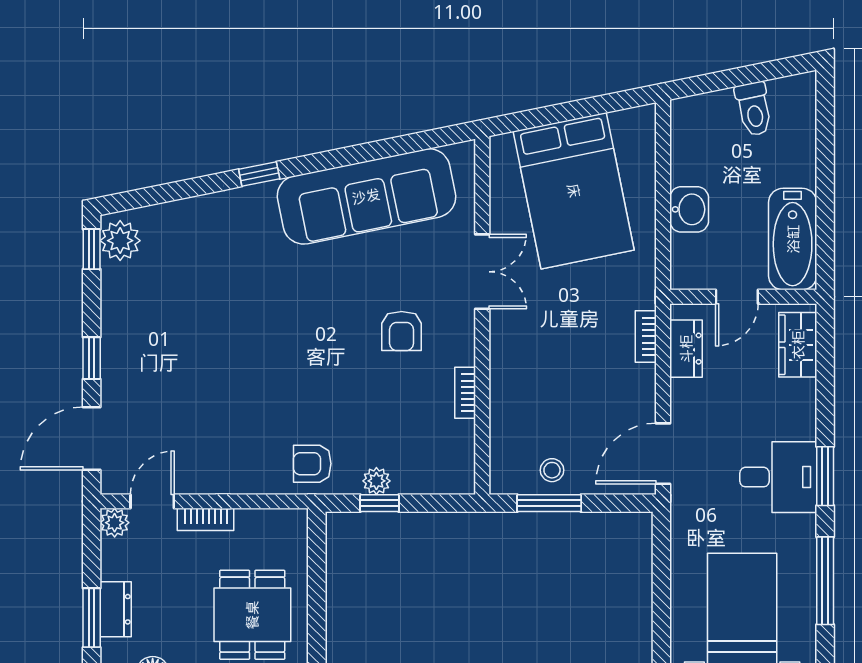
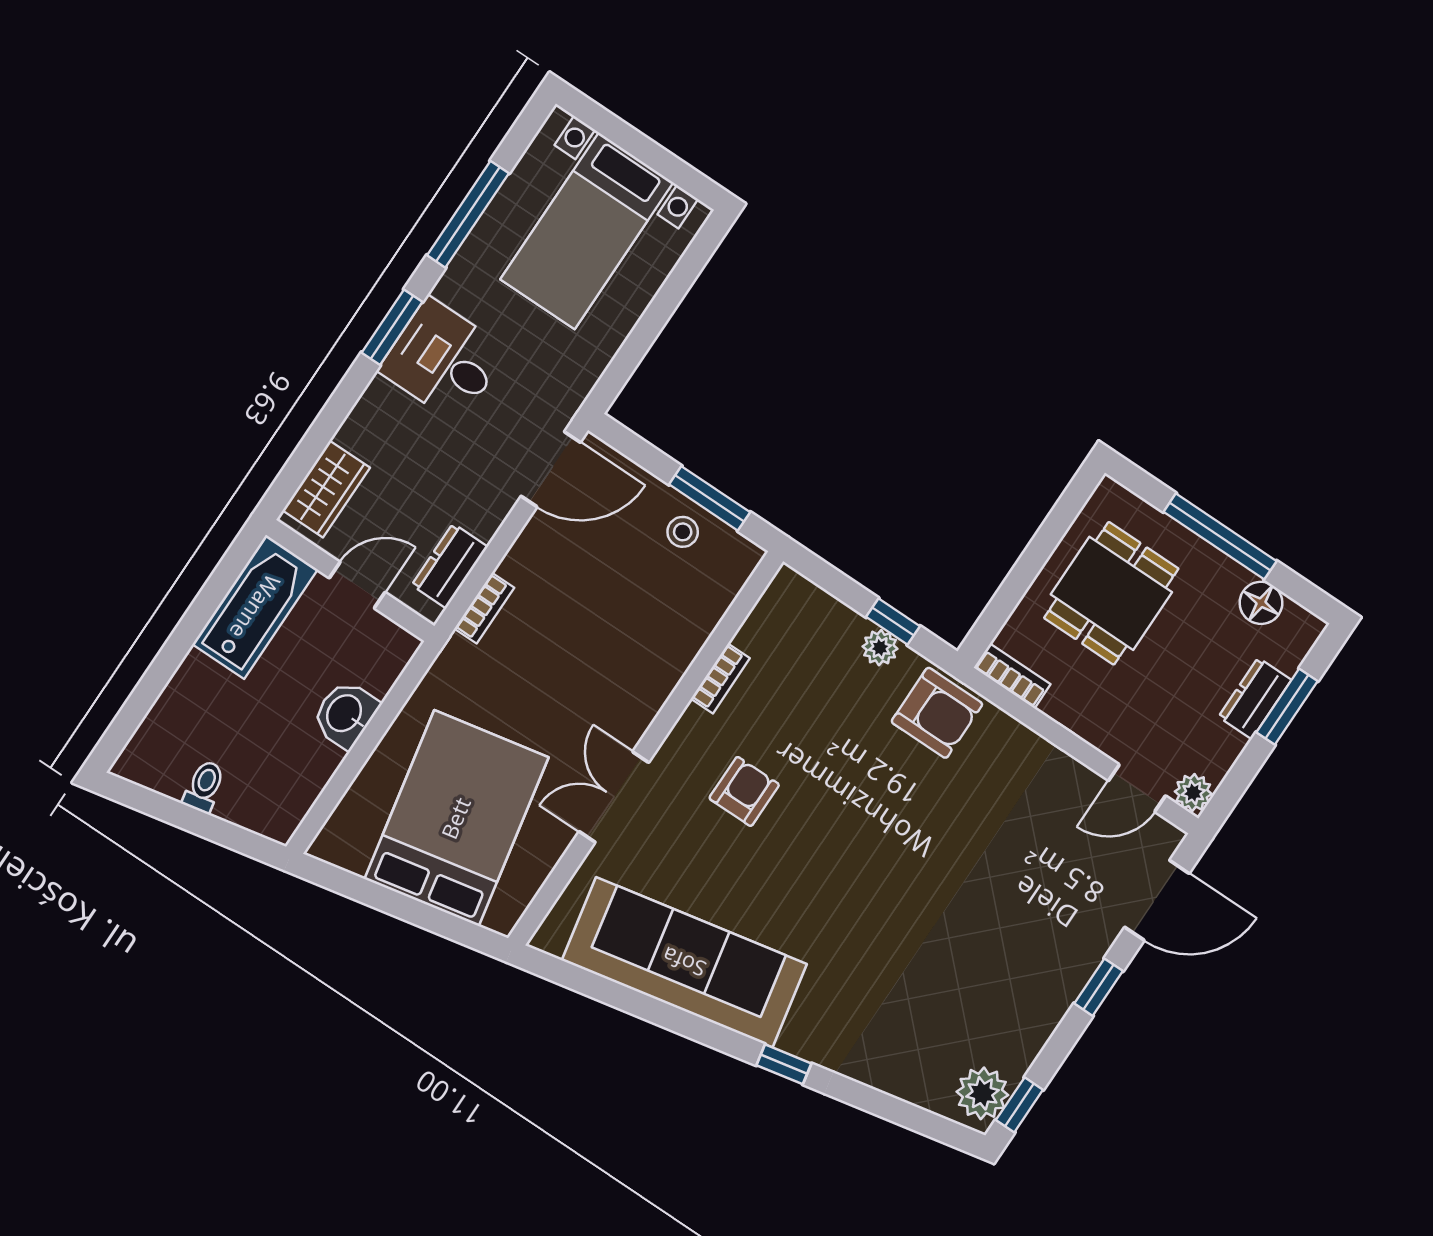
toilet: (754, 109) -> (204, 786), width x0.73, depth x0.72
armchair: (312, 464) -> (937, 713), width x1.38, depth x1.38
bookcase: (206, 519) -> (1012, 676), moved

